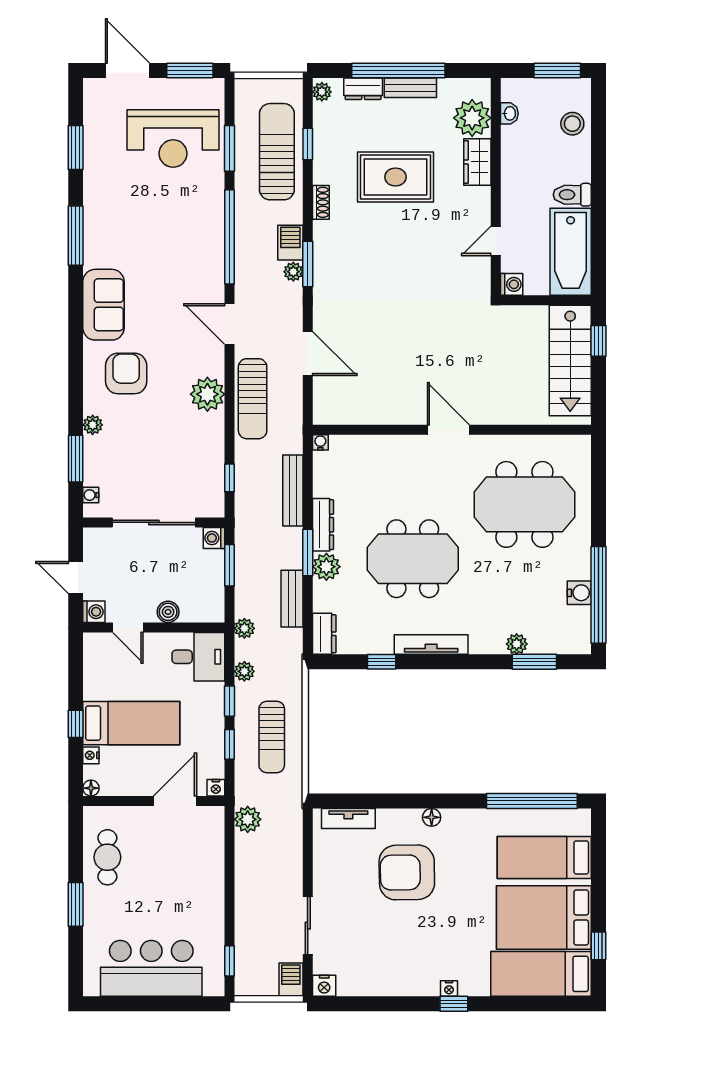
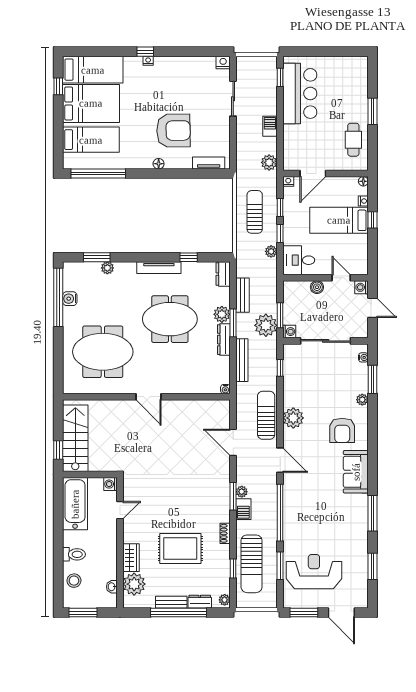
toilet: (572, 195) -> (74, 554), moved
plant: (244, 628) -> (266, 325), moved, width x1.88, depth x1.88
bar counter: (151, 968) -> (300, 93), moved, turned -90
barbecue: (291, 980) -> (270, 126), moved, turned 180

